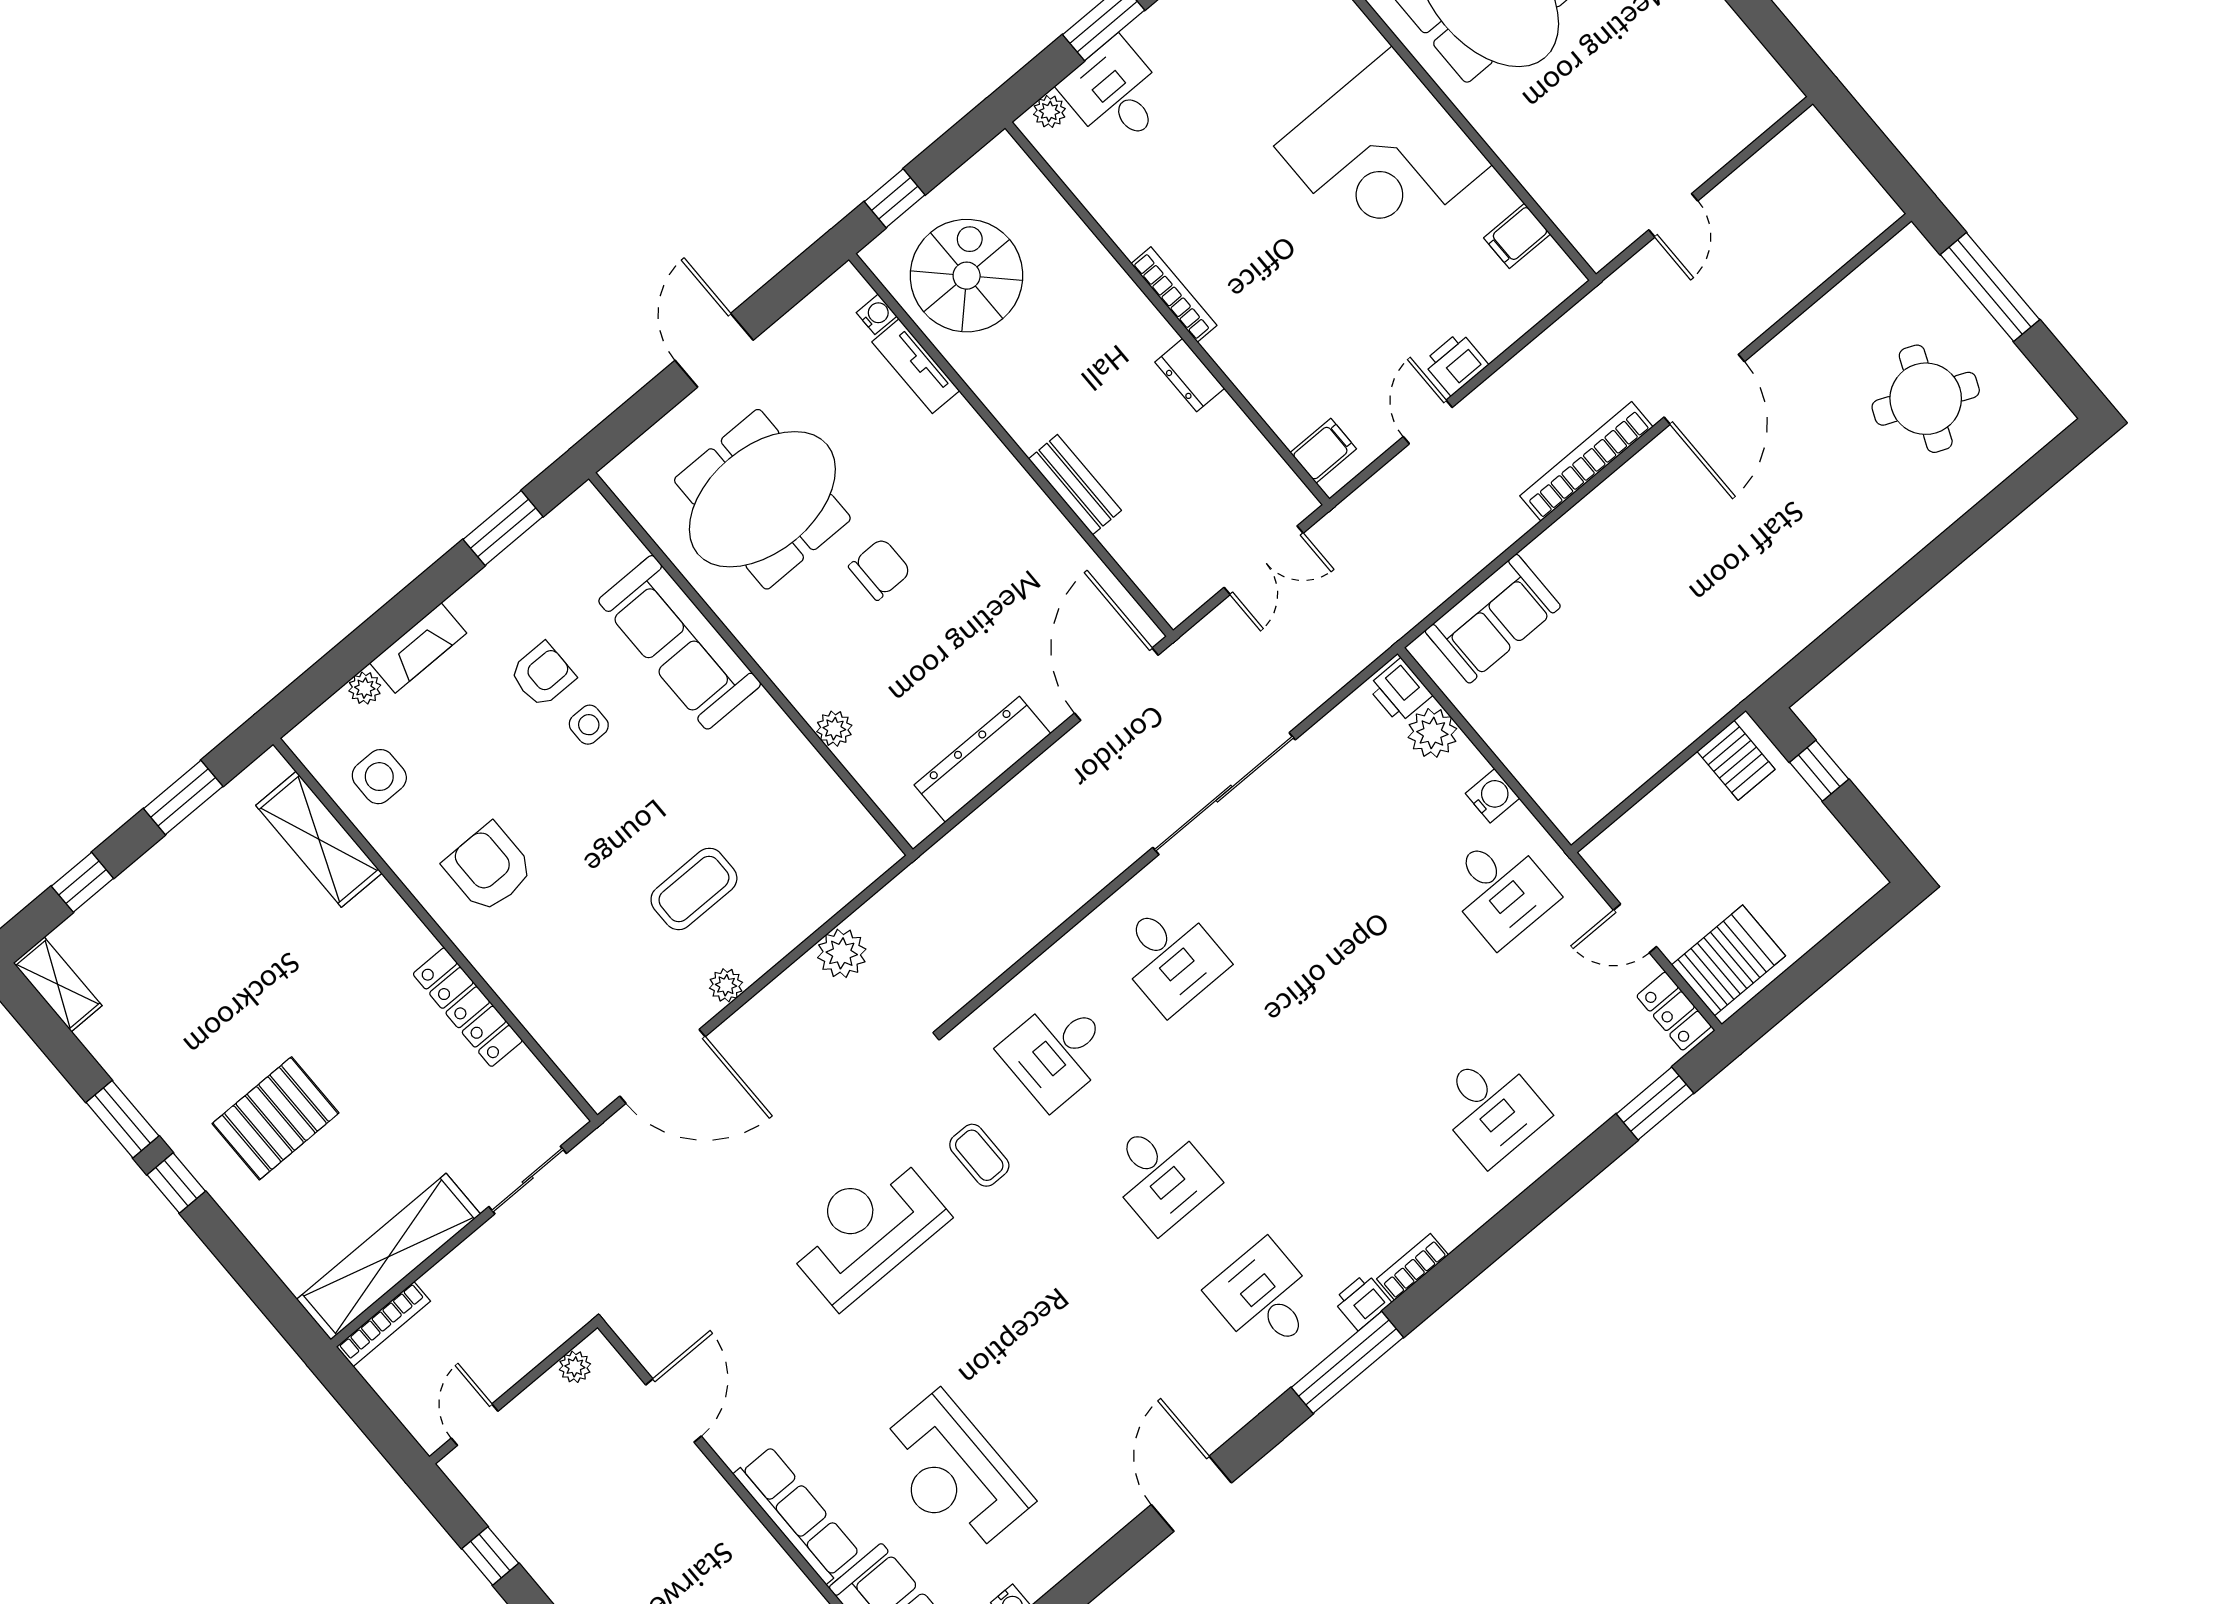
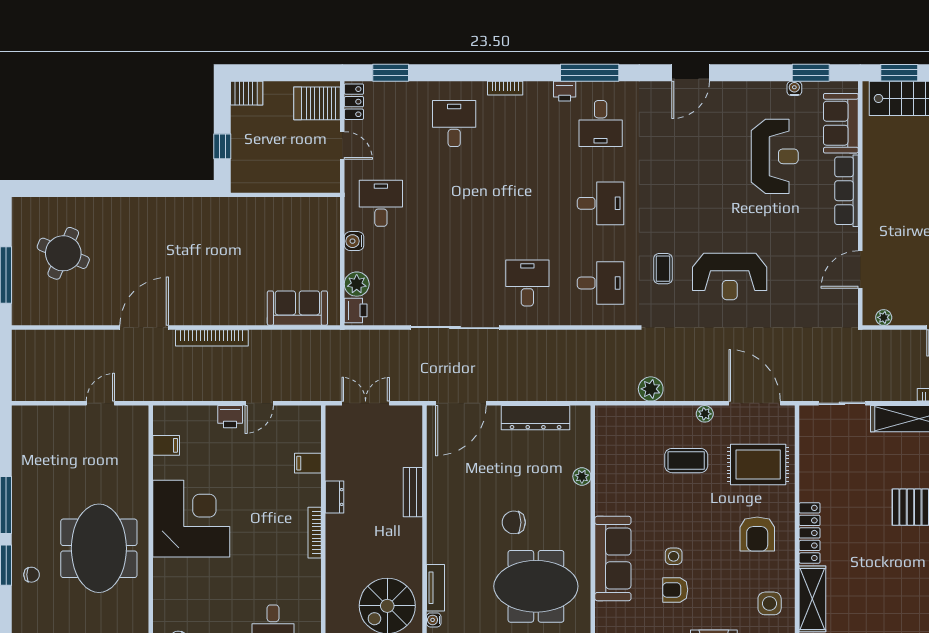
filing cabinet: (1323, 451) -> (308, 463), moved
server rack: (1736, 760) -> (247, 93), moved, turned 90
rug: (578, 976) -> (758, 465), added
locker: (468, 1007) -> (810, 533), moved
desk: (1161, 1175) -> (601, 203), turned 90
bookcase: (1413, 1267) -> (505, 88), moved

